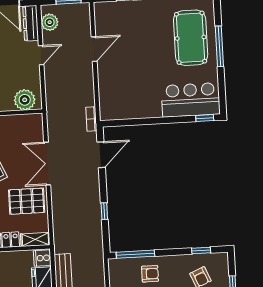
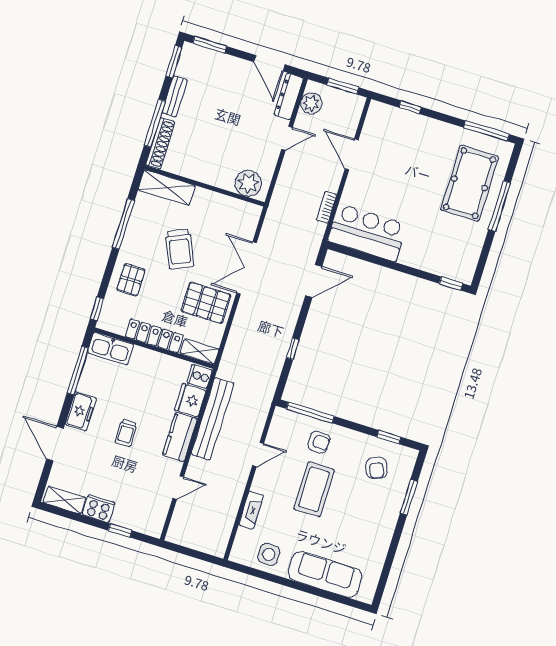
door: (94, 49) -> (352, 154), swing flipped
bar counter: (191, 100) -> (367, 233), moved
bookcase: (91, 119) -> (326, 207), moved

